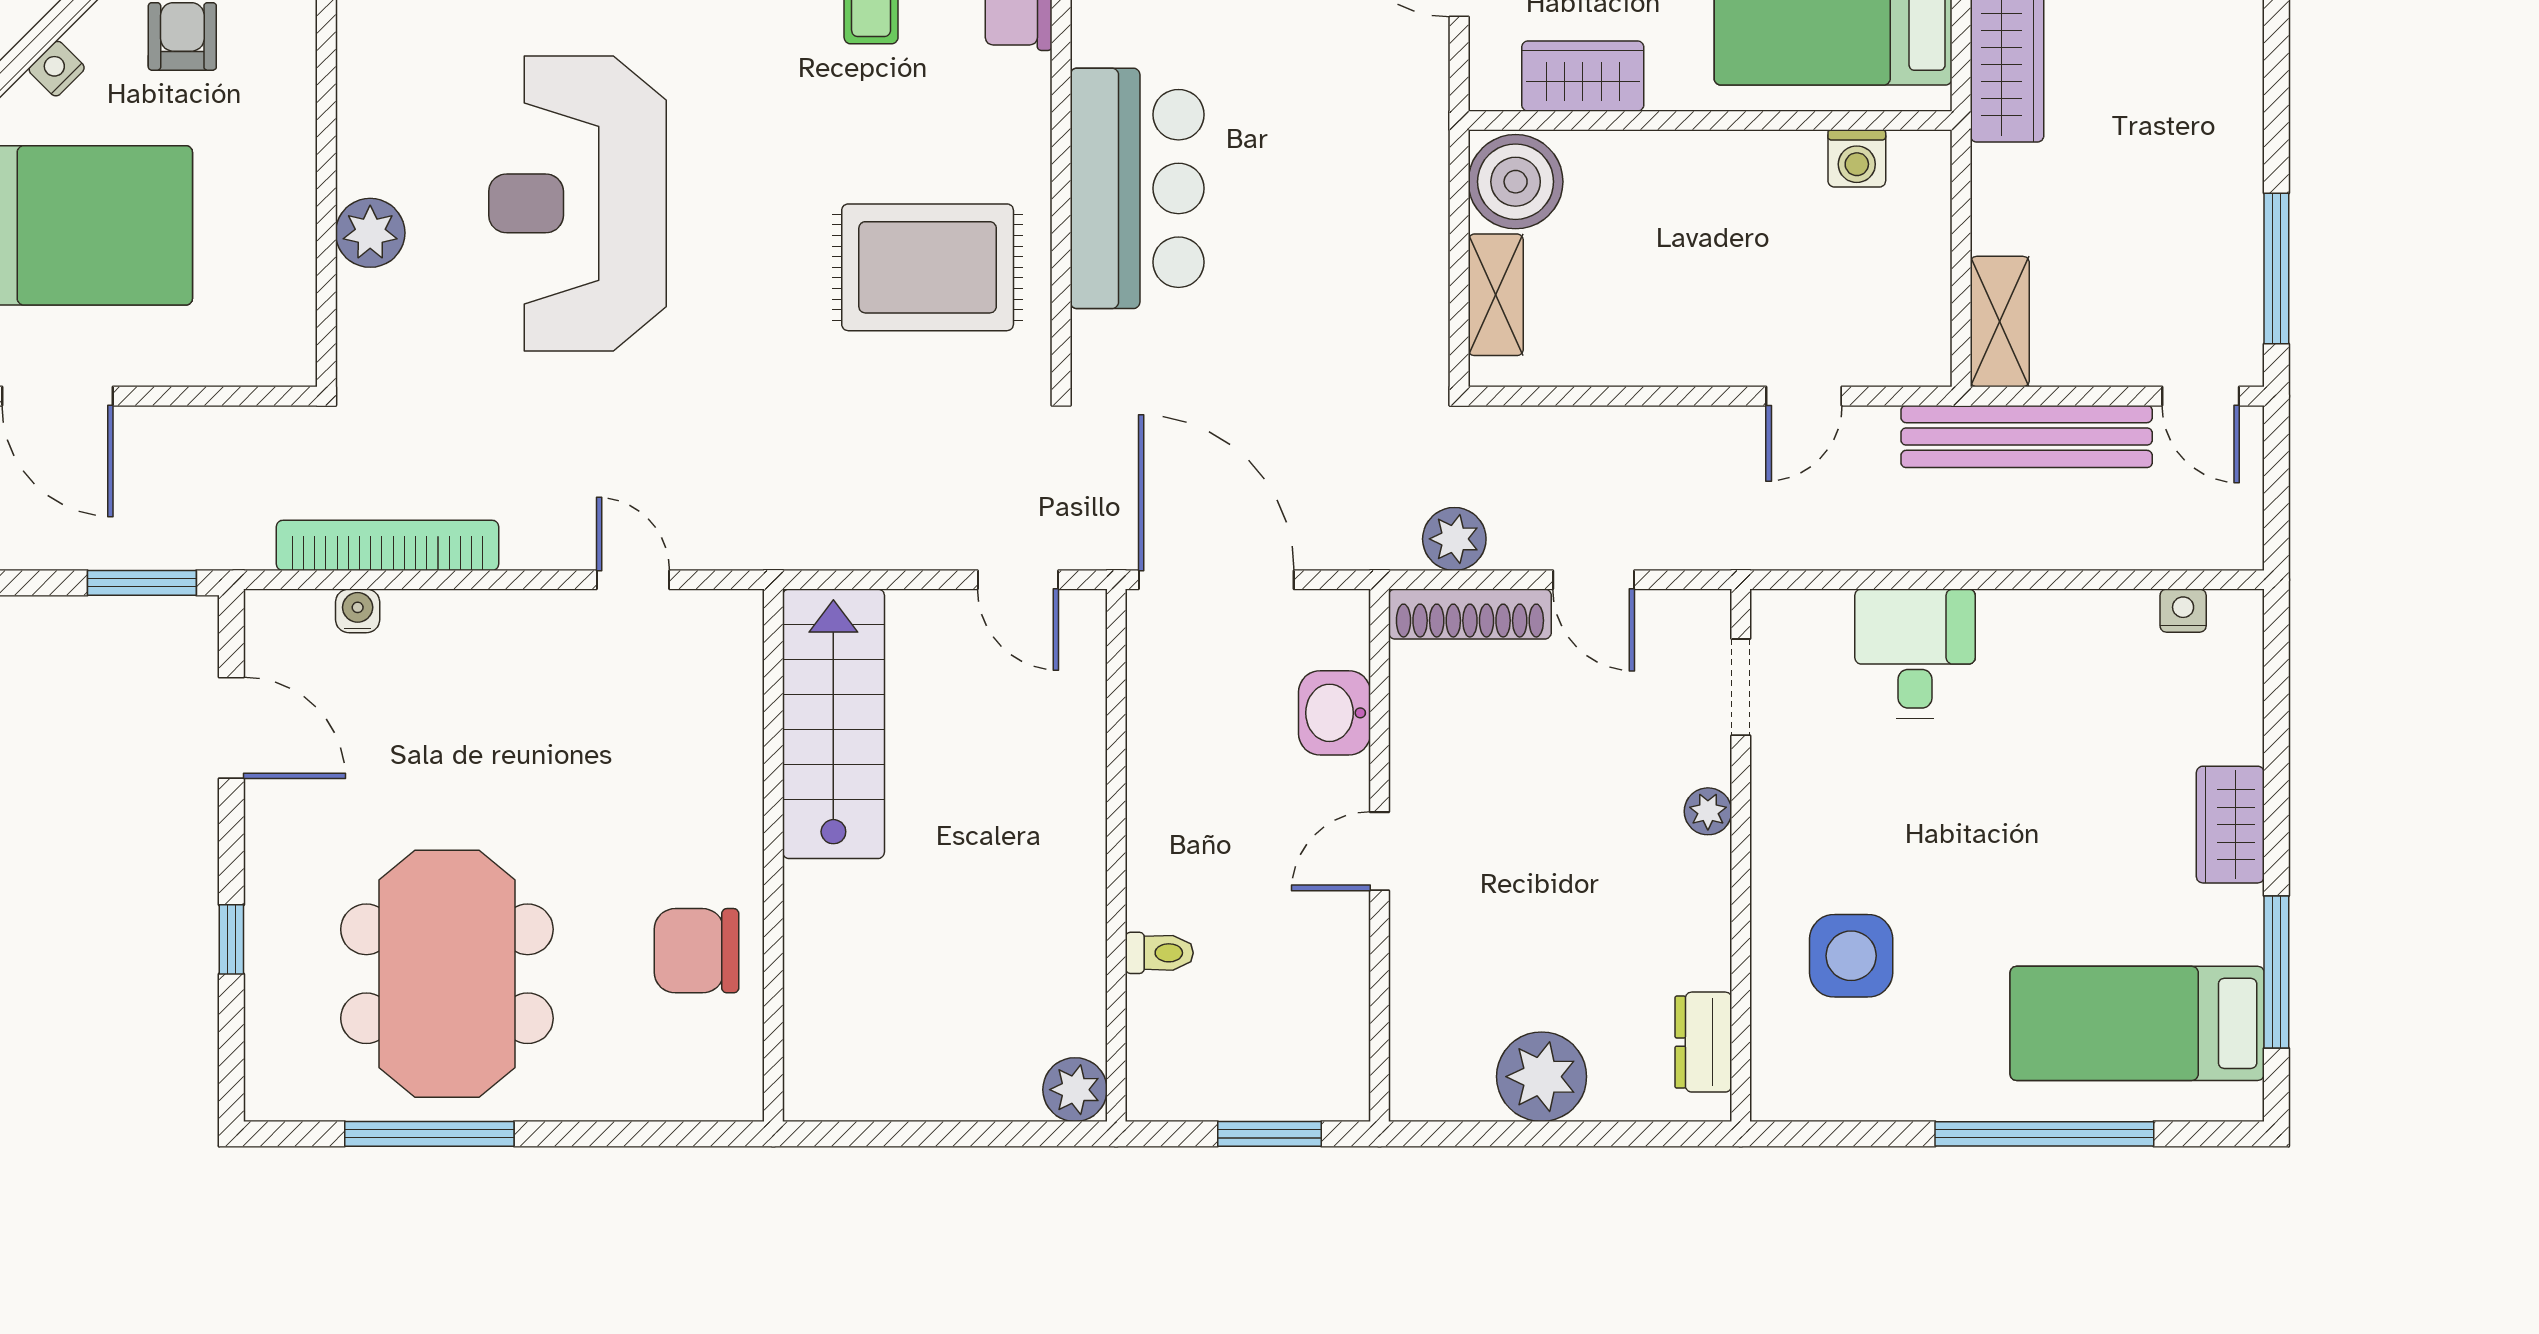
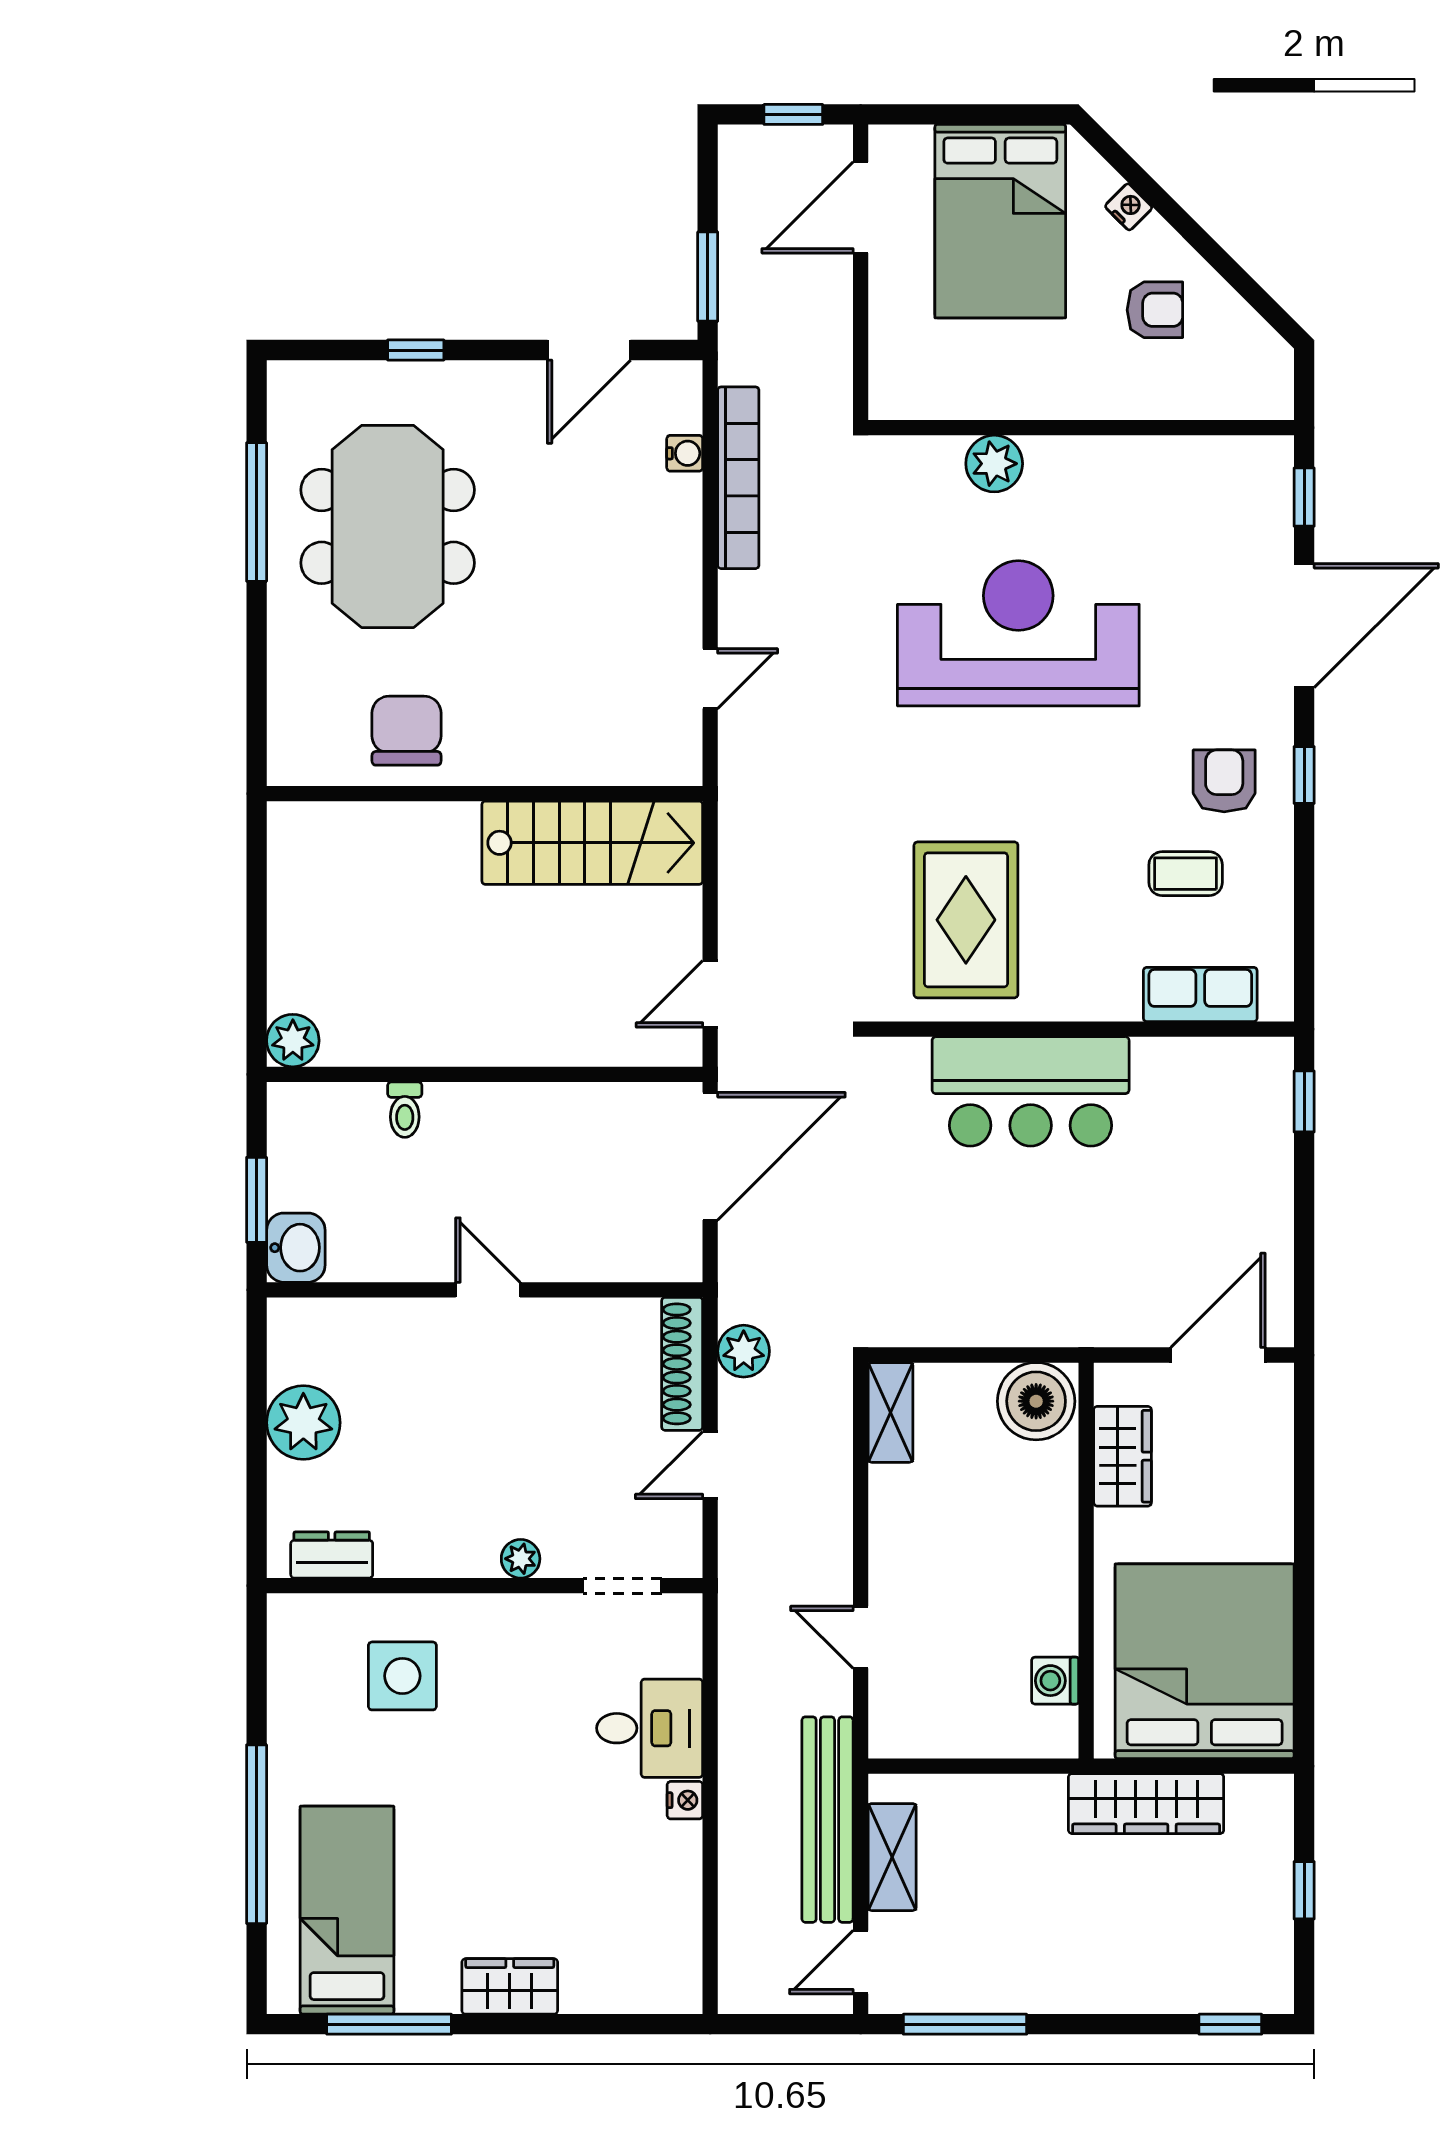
shelving: (1496, 295) -> (891, 1412), moved, turned 90
shelving: (2000, 322) -> (892, 1857), moved, turned 90
nightstand: (2183, 611) -> (685, 1800), moved
washbasin: (1335, 713) -> (296, 1248), moved, turned 90
meeting table: (447, 974) -> (388, 526), turned 90

